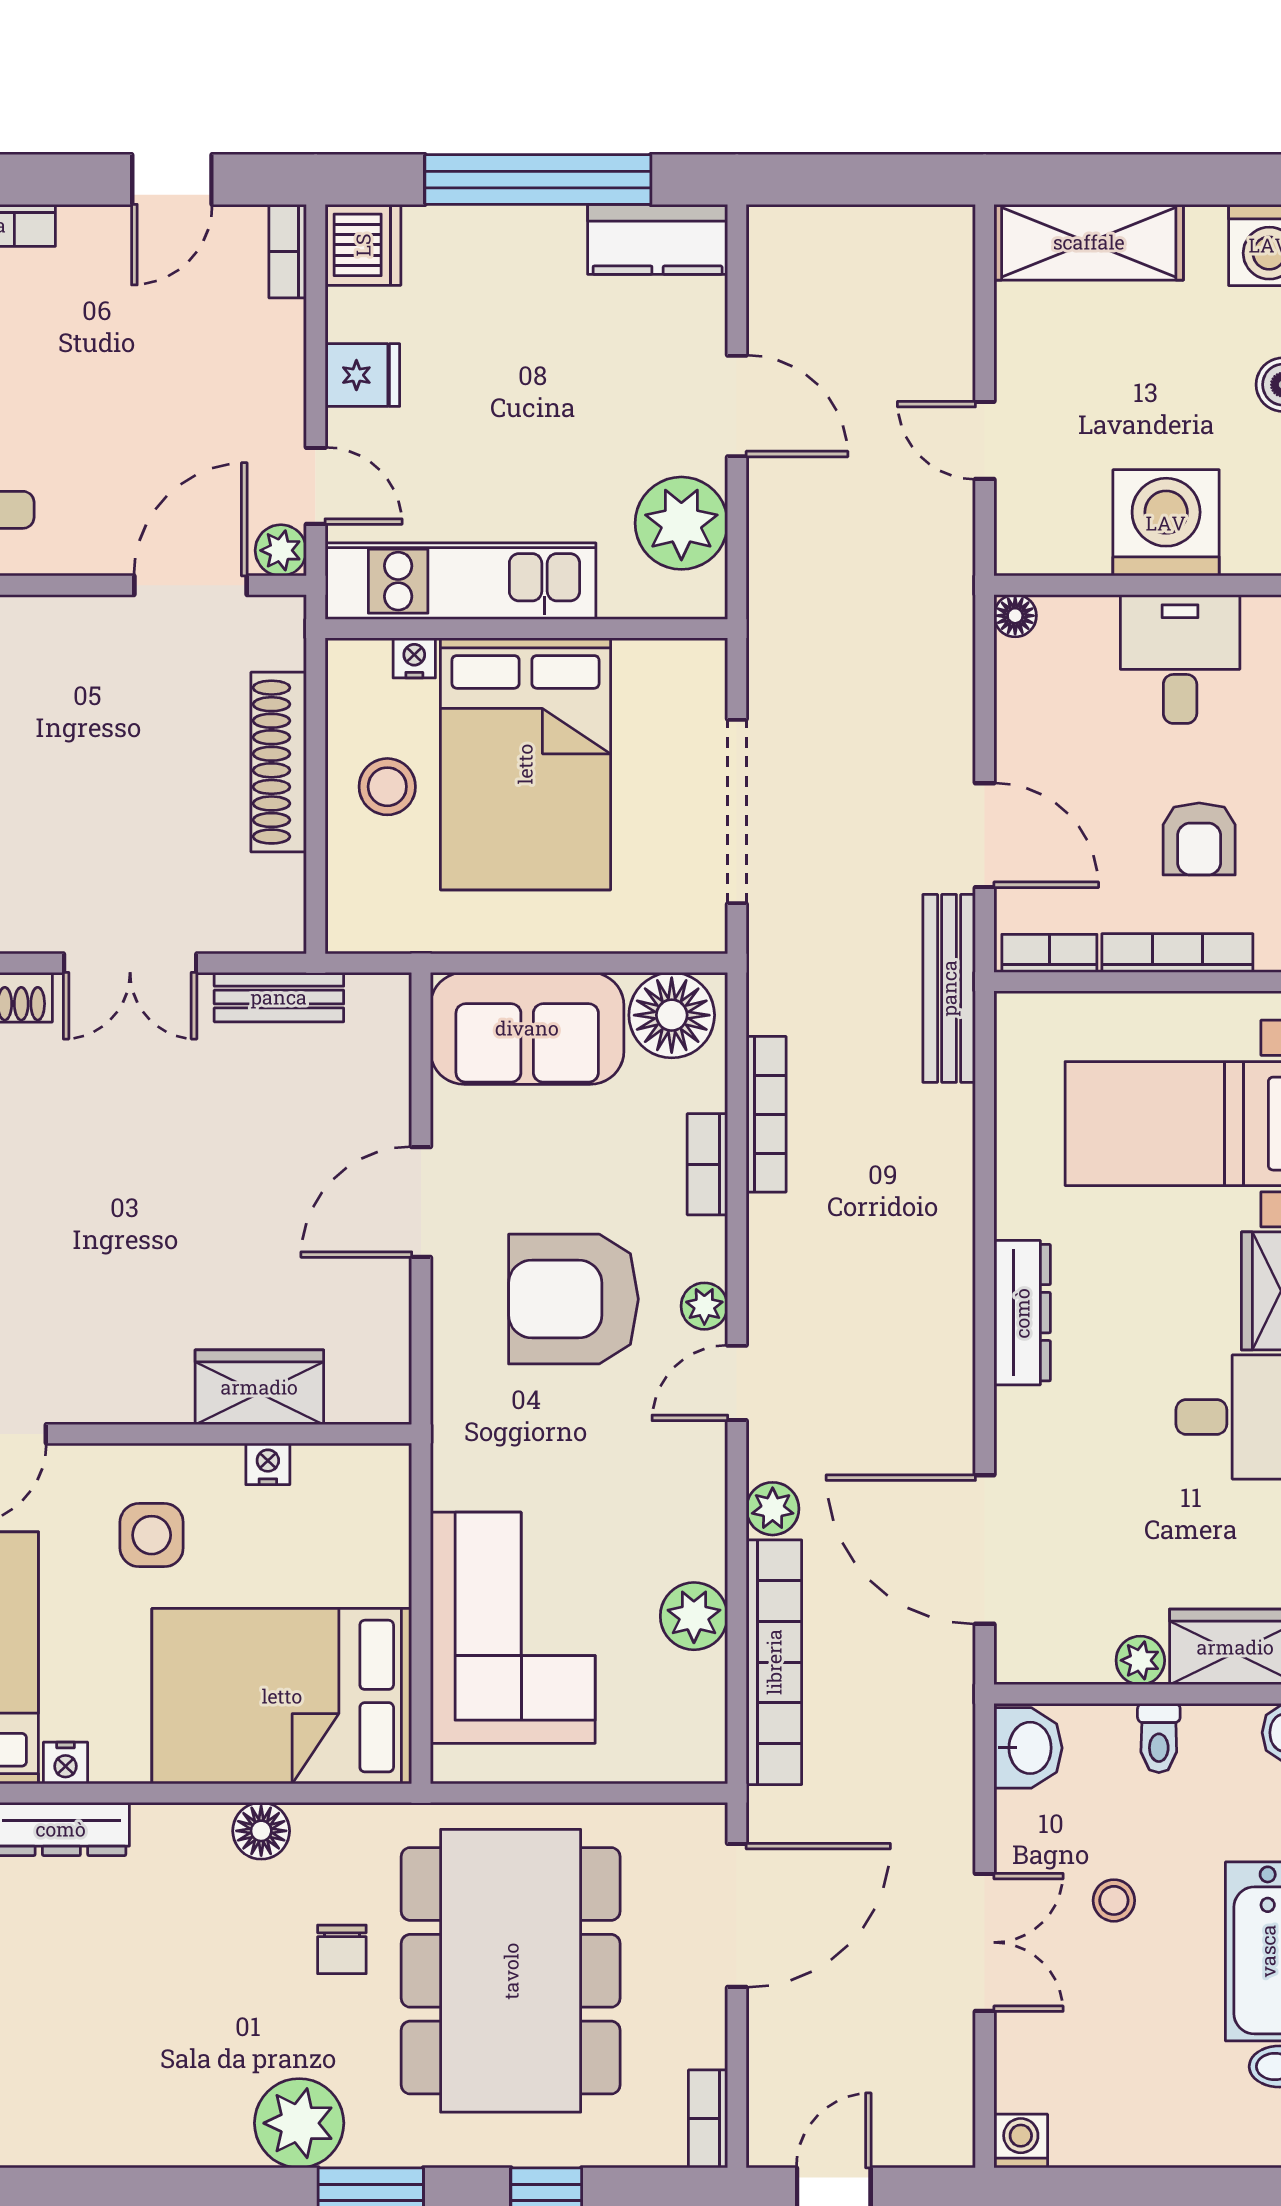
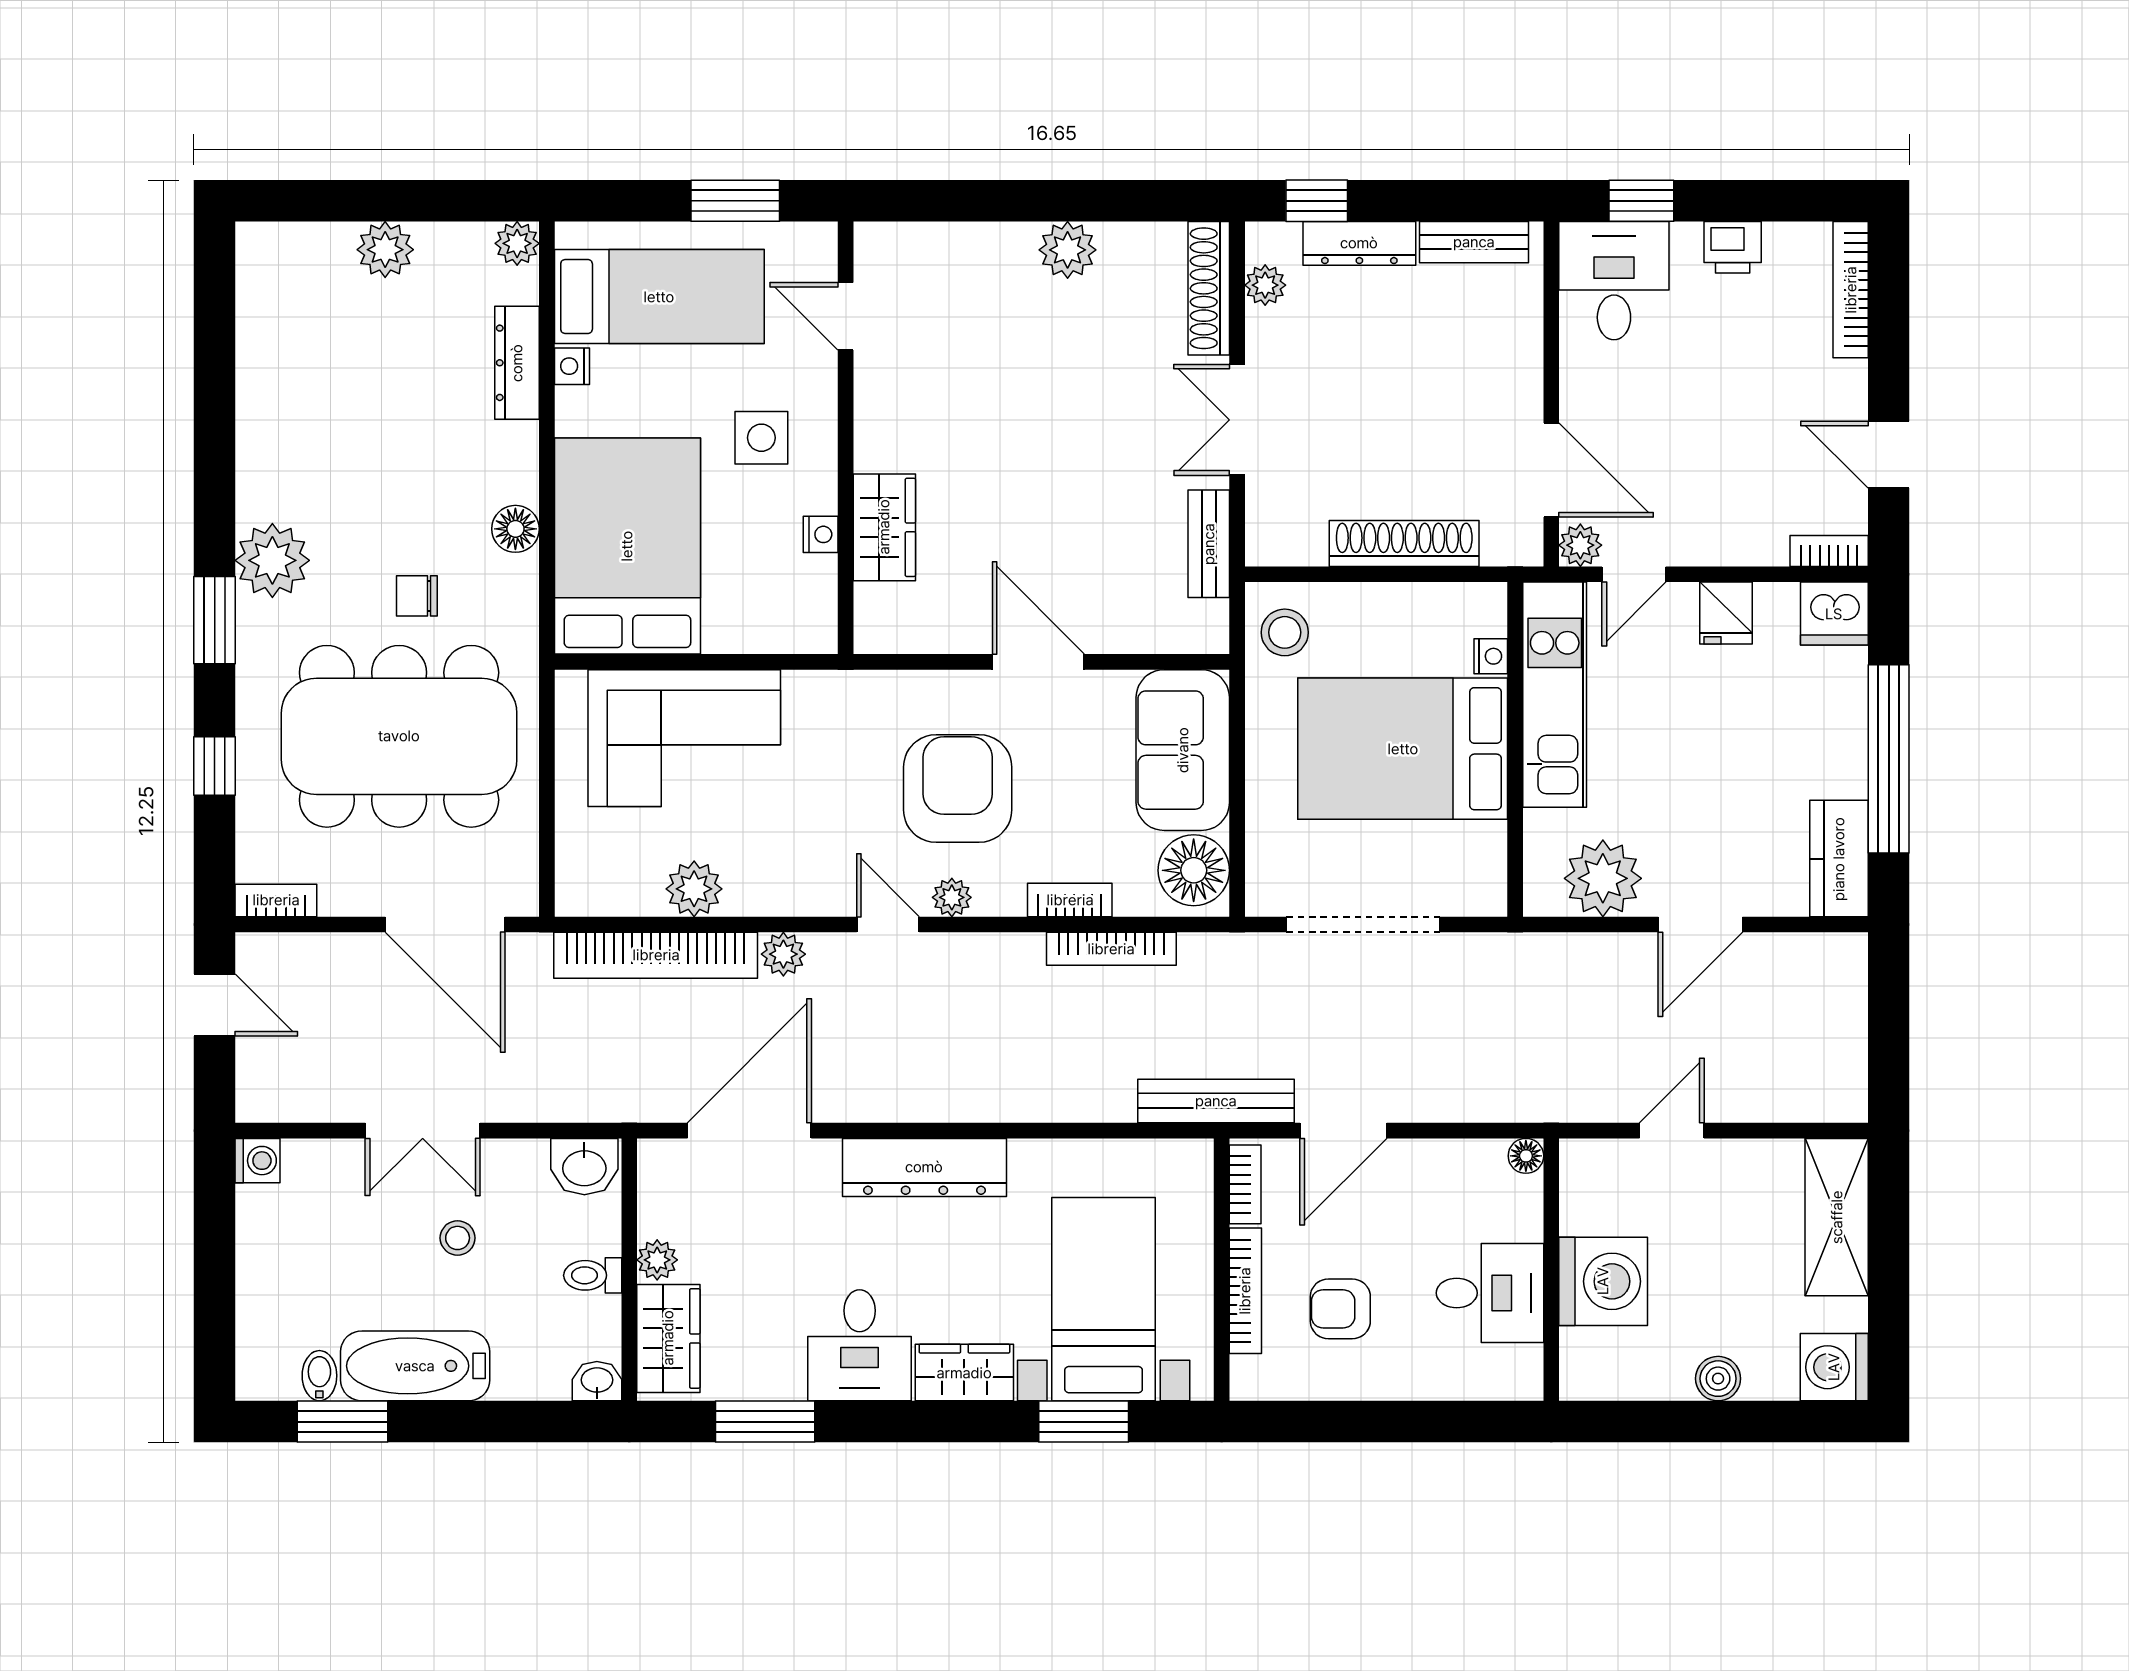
stool: (387, 787) -> (1285, 632), moved
dresser: (1022, 1313) -> (924, 1167), width x1.37, depth x1.24

